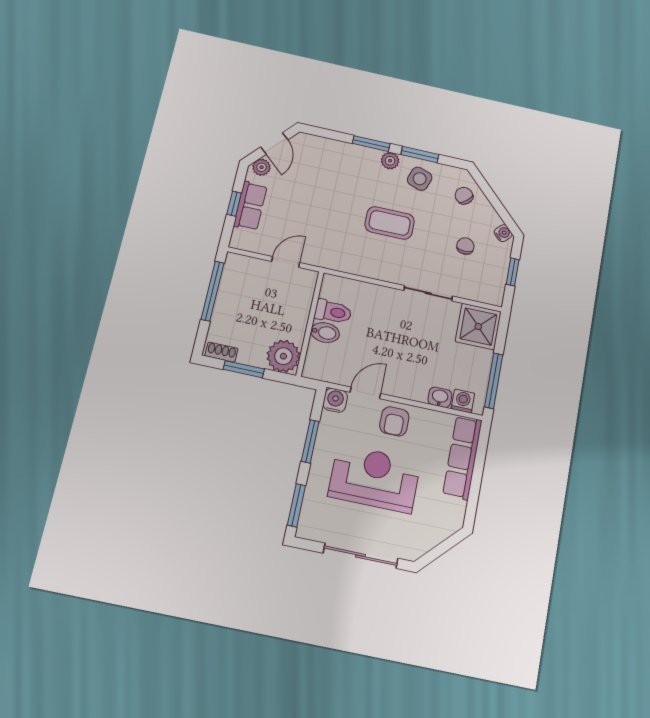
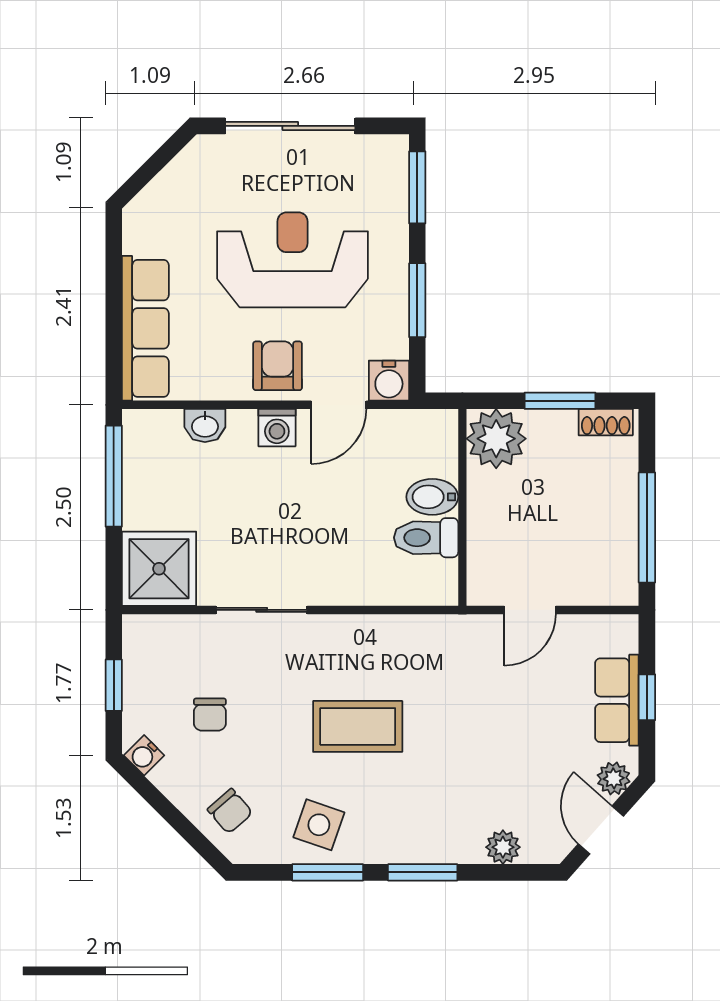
plant: (390, 161) -> (503, 847), moved
washing machine: (463, 401) -> (277, 428), moved
reception desk: (375, 479) -> (292, 260), turned 180

